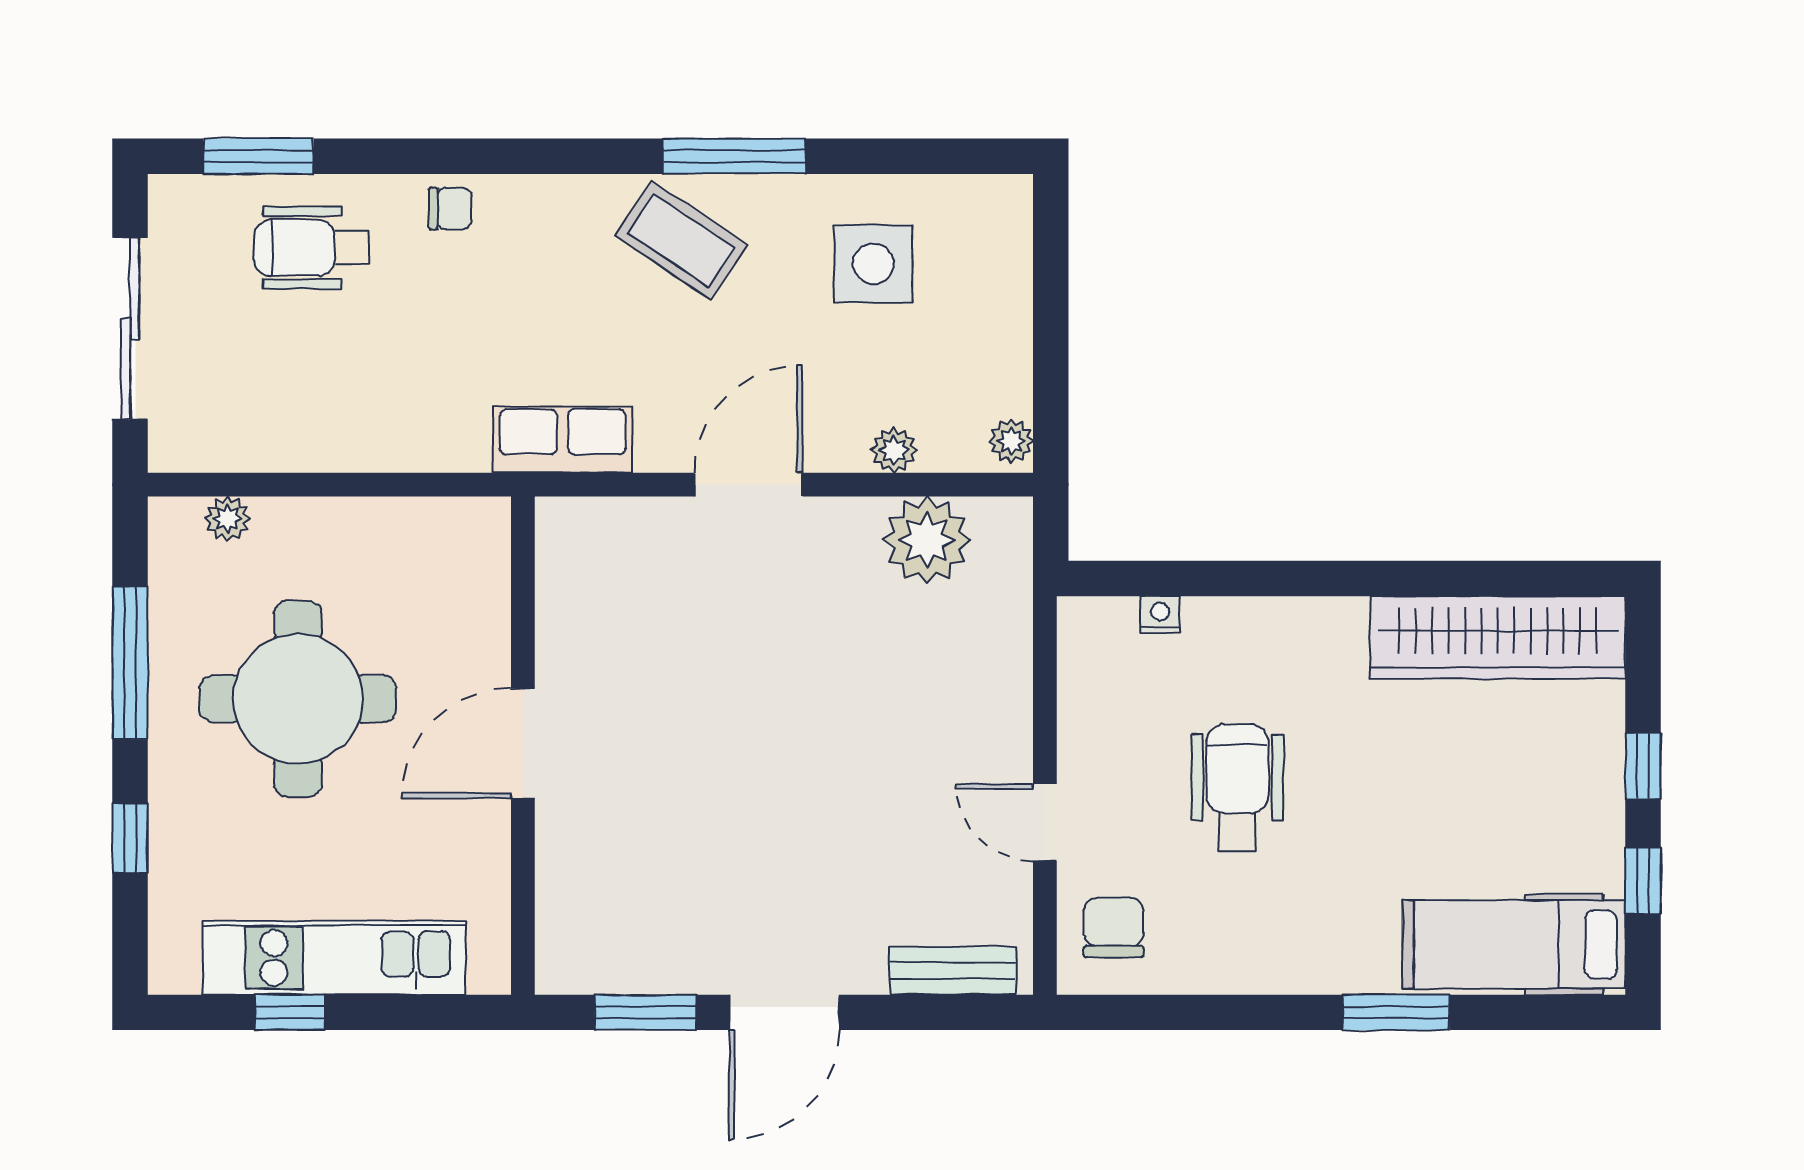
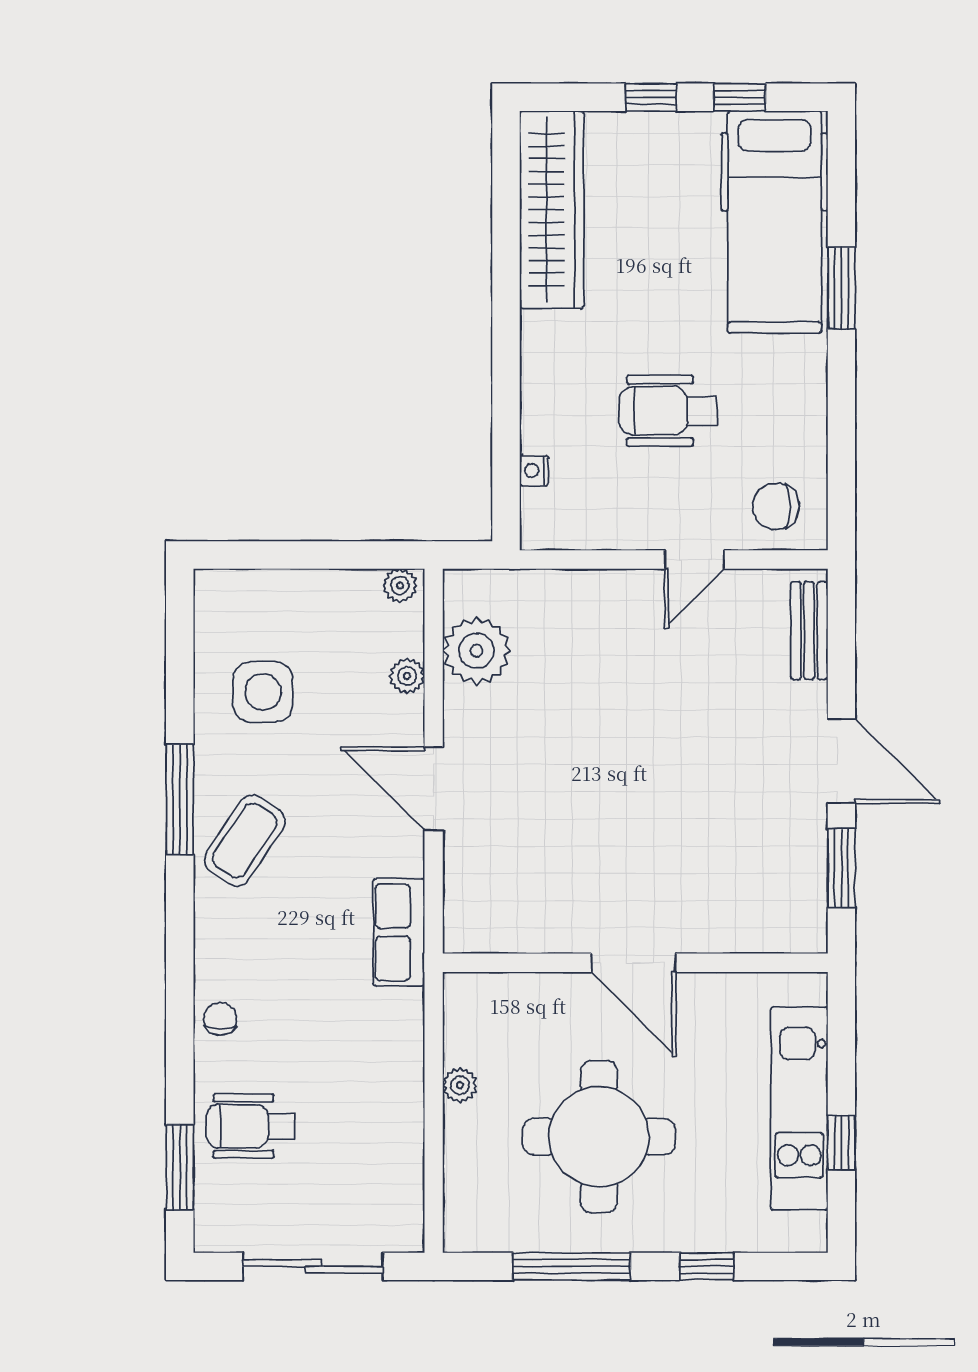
wheelchair: (312, 248) -> (251, 1126), turned 90
plant: (227, 519) -> (460, 1085), moved
hospital bed: (1514, 944) -> (775, 222), width x1.37, depth x1.29

